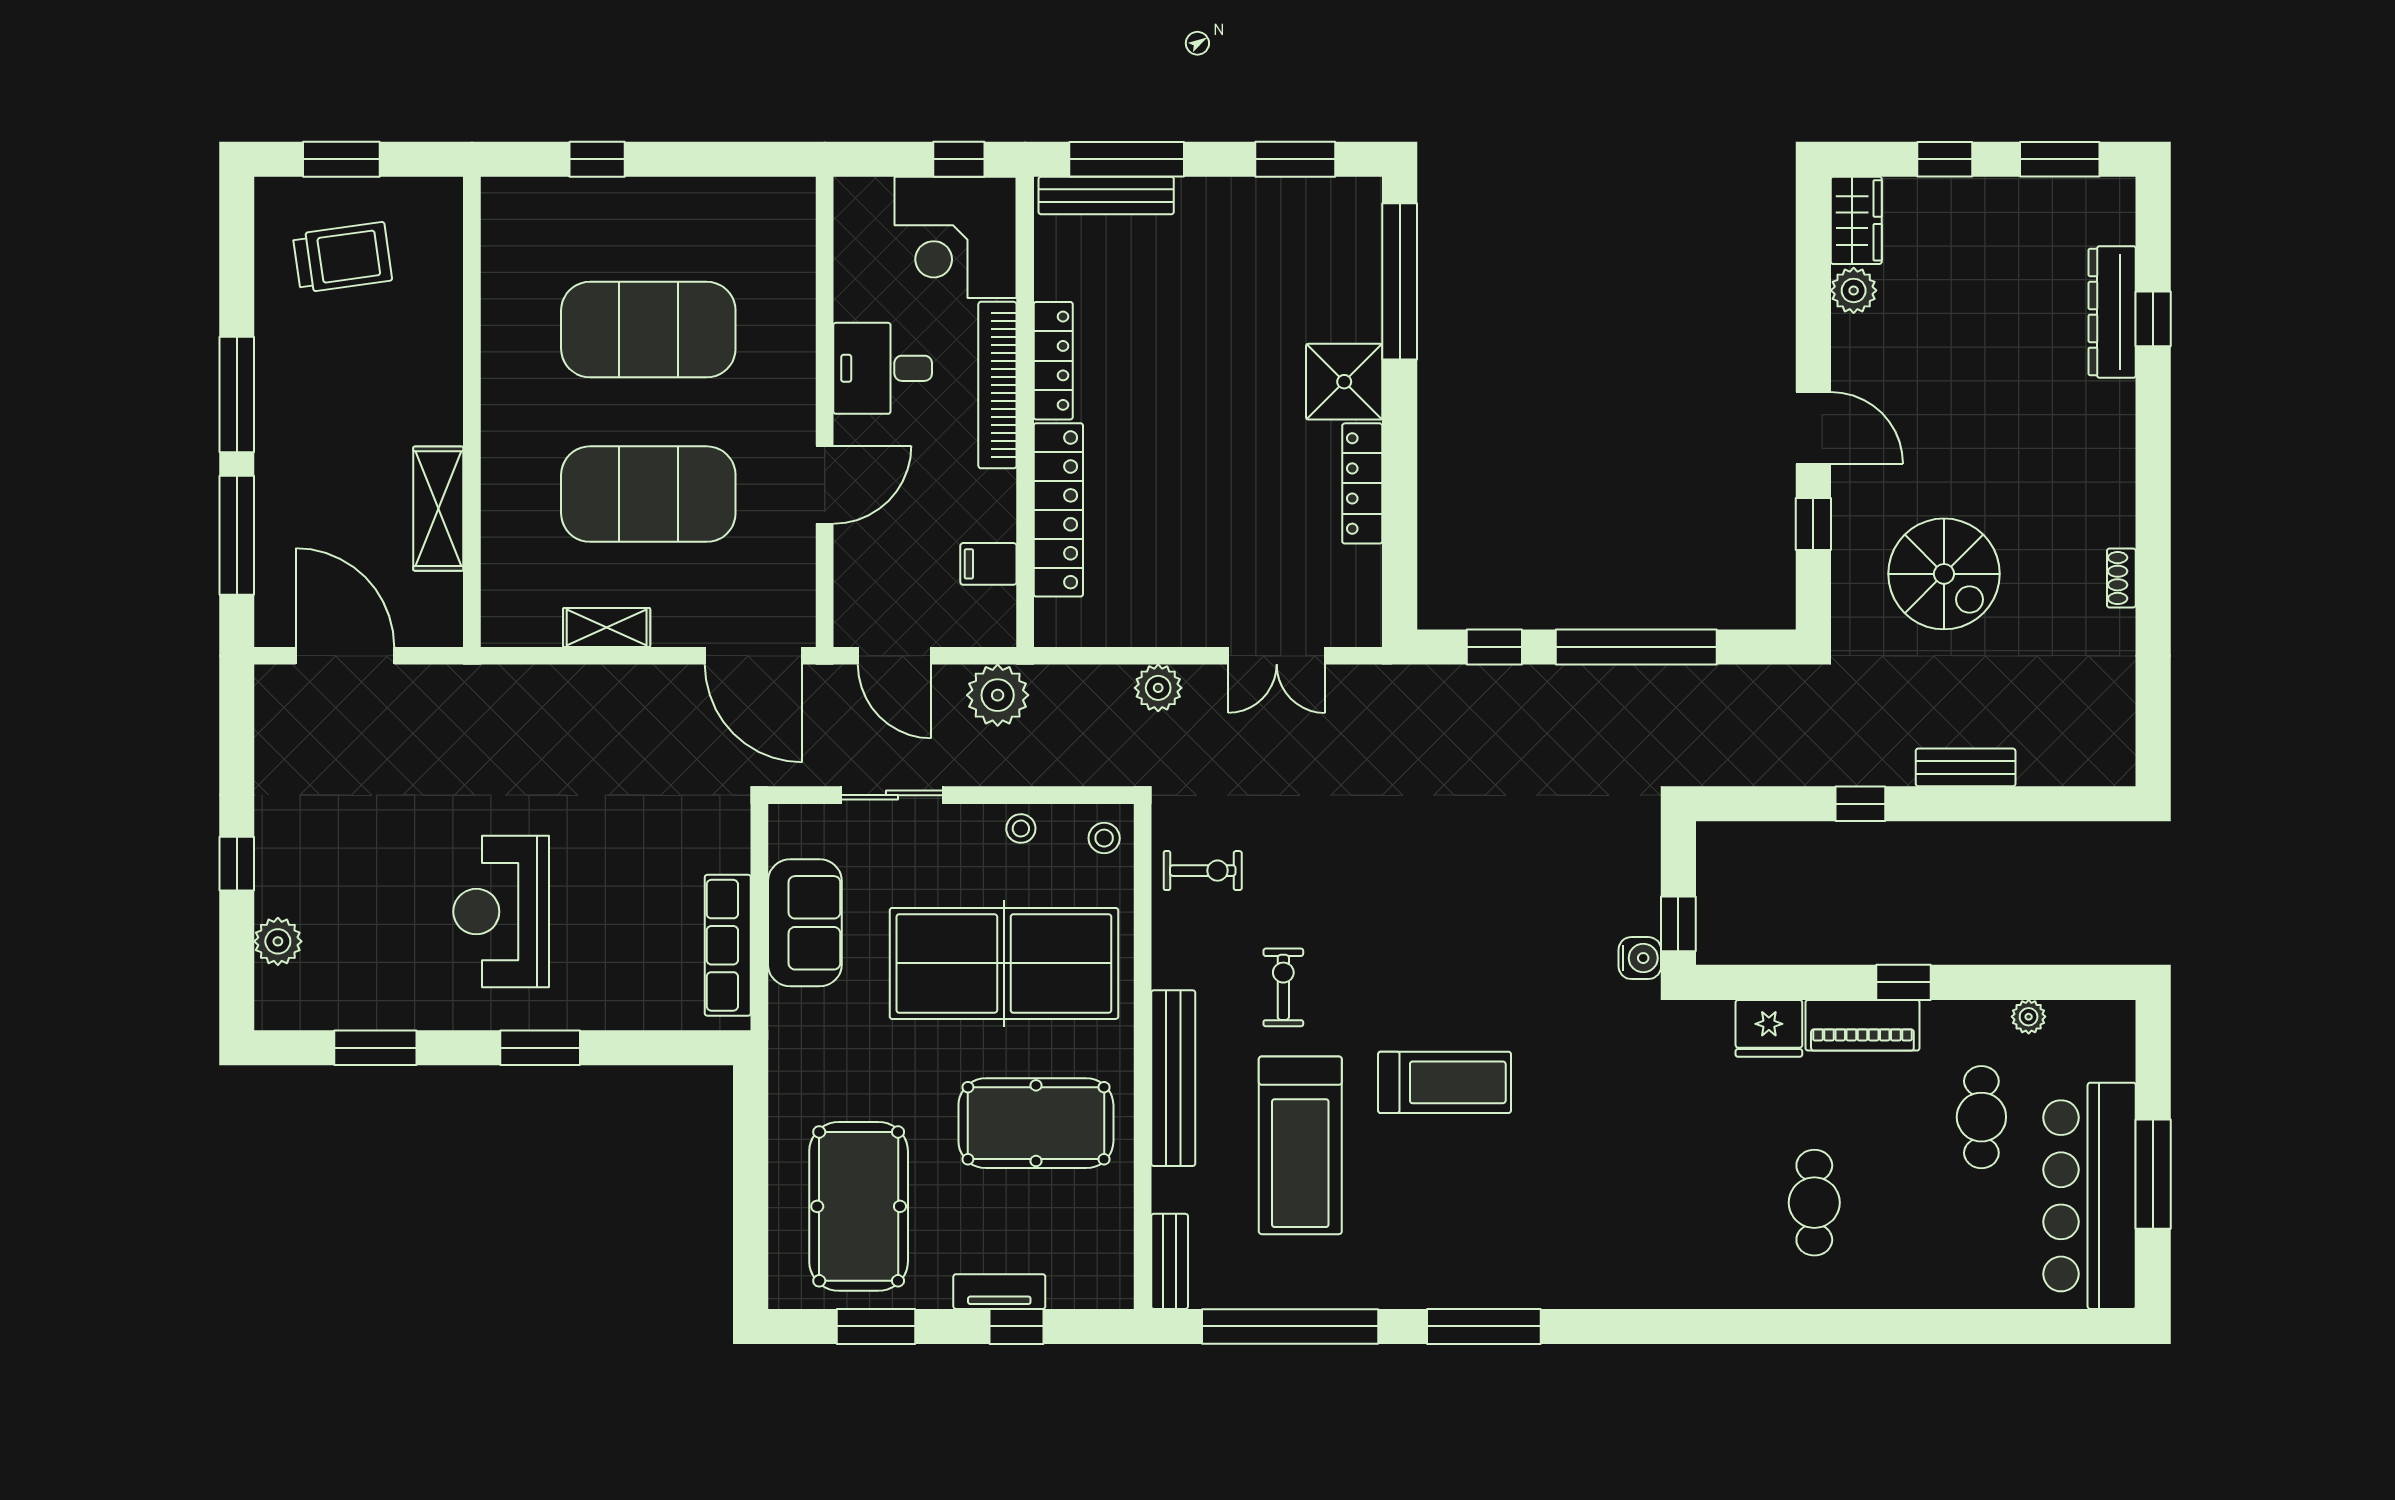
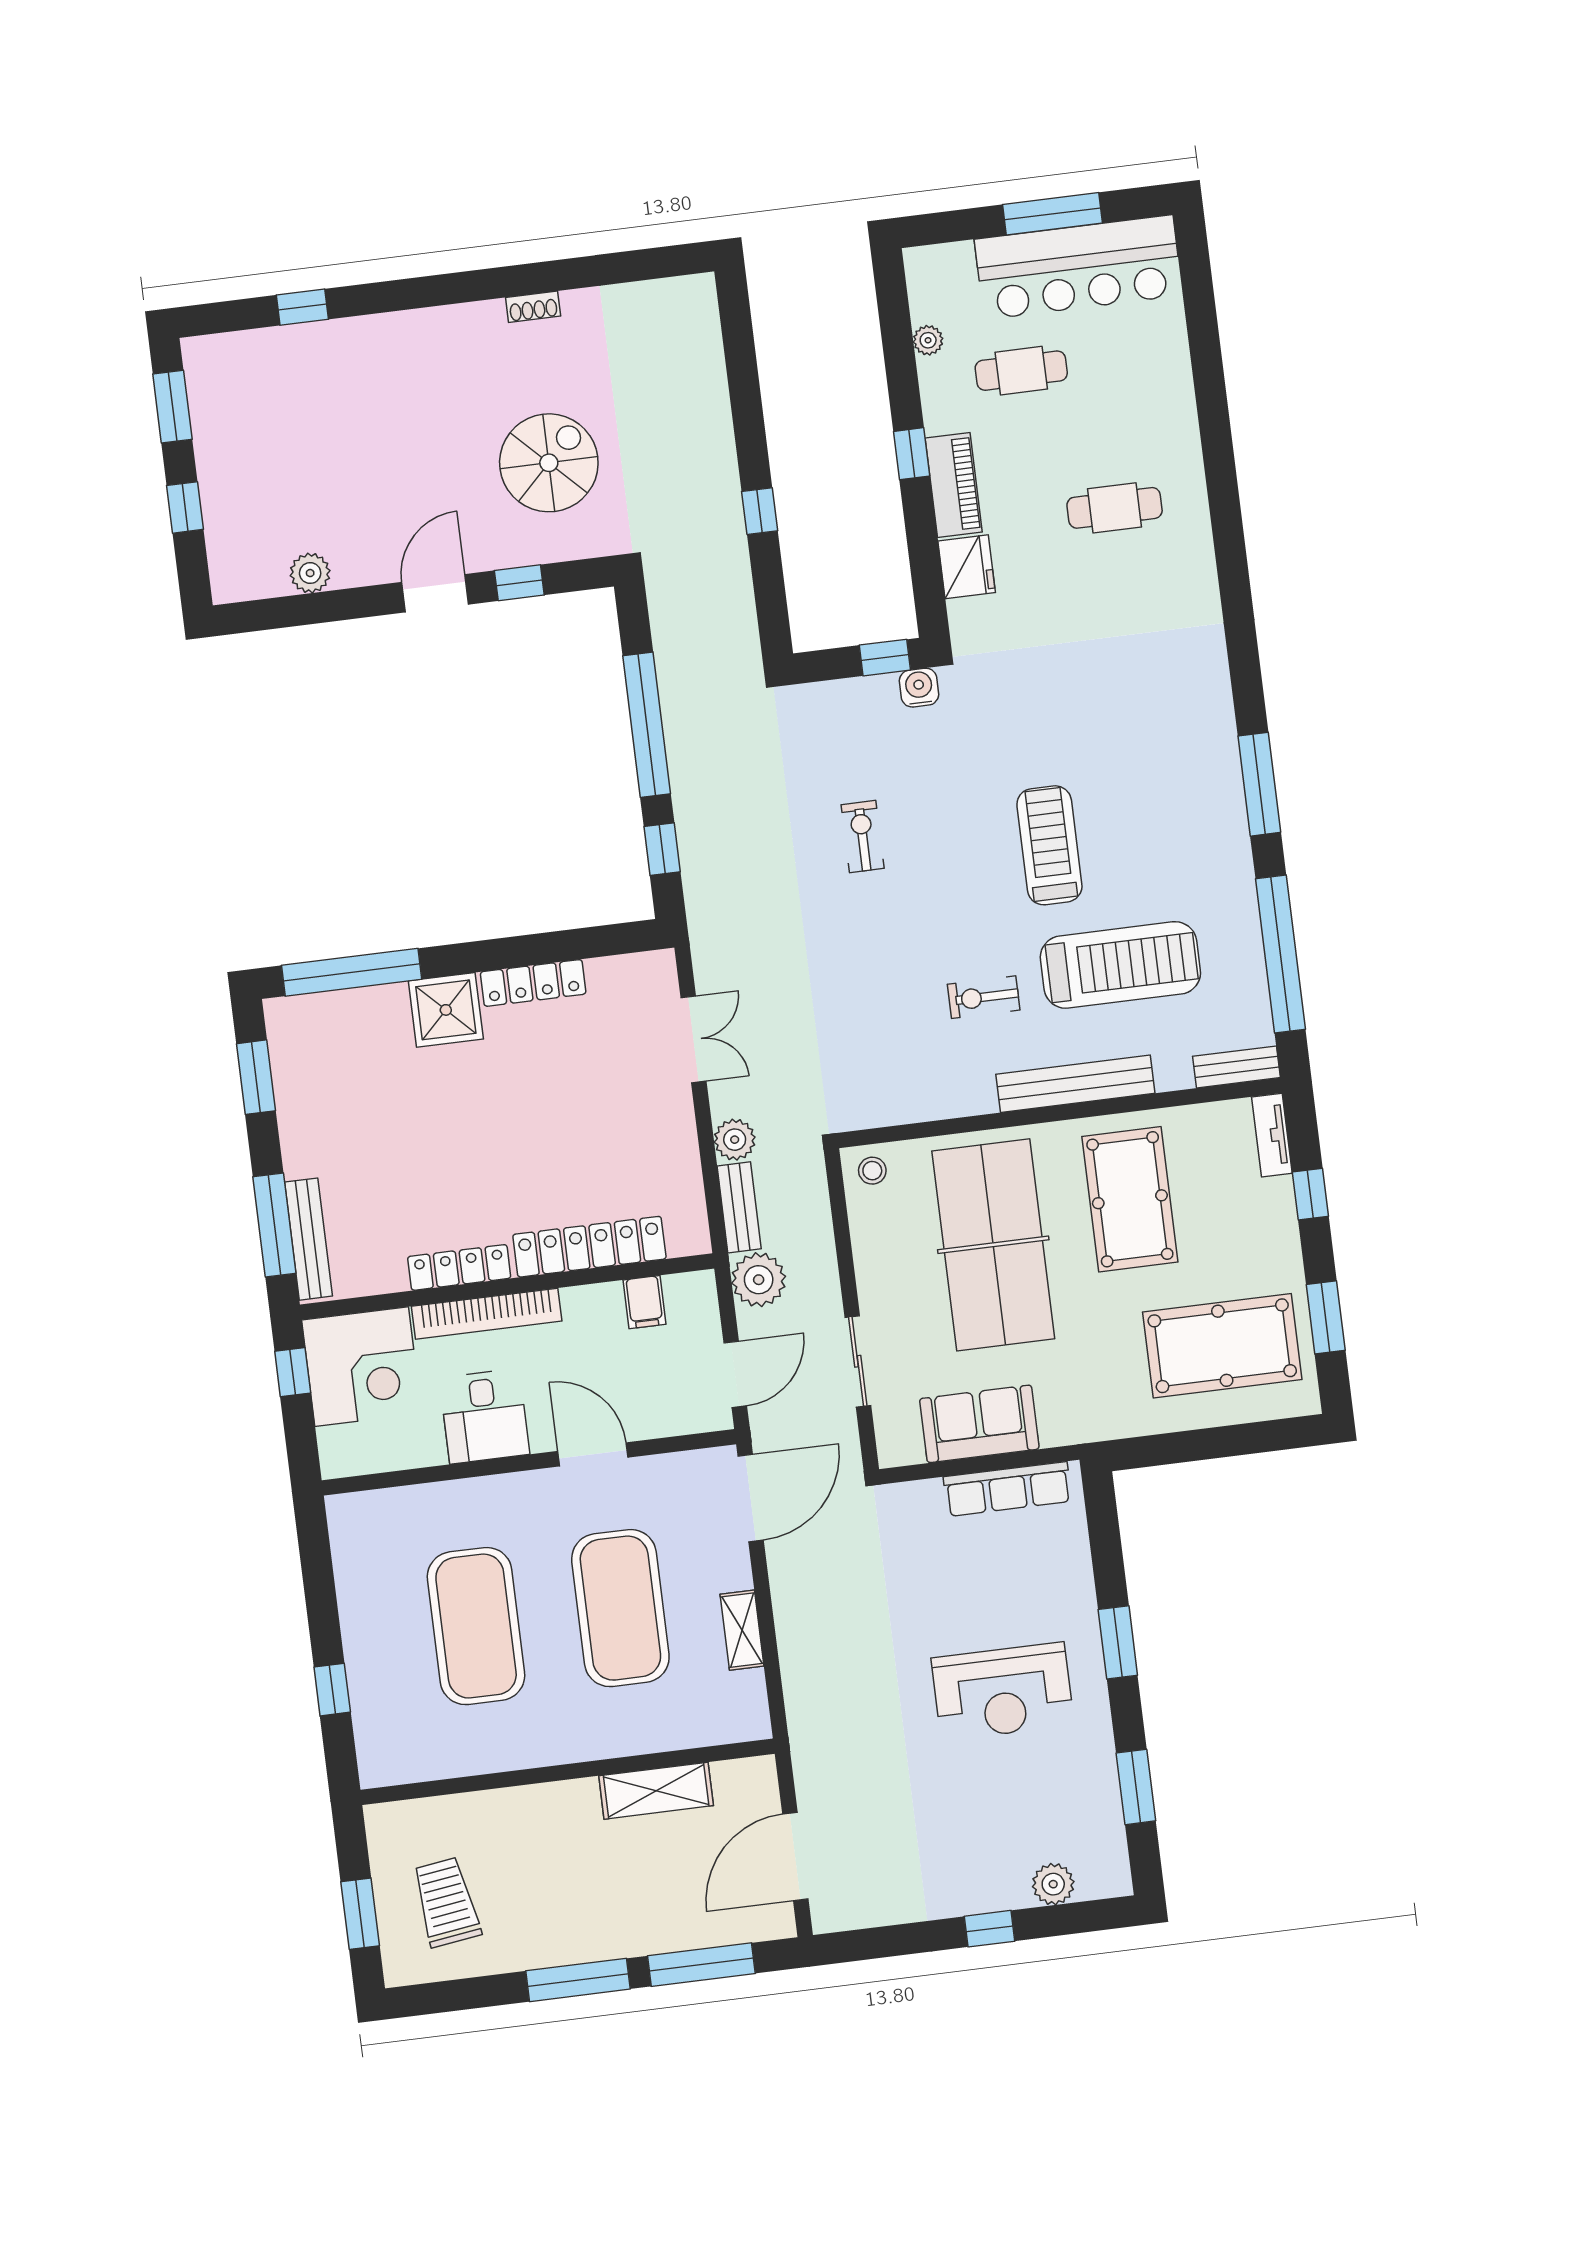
wardrobe: (1856, 220) -> (248, 578), removed
dresser: (2112, 312) -> (301, 344), removed
bench: (1966, 767) -> (739, 1207), moved
stool: (1021, 829) -> (873, 1245), removed
exercise bike: (1203, 871) -> (863, 836), moved
tv unit: (999, 1292) -> (1272, 1135), moved

